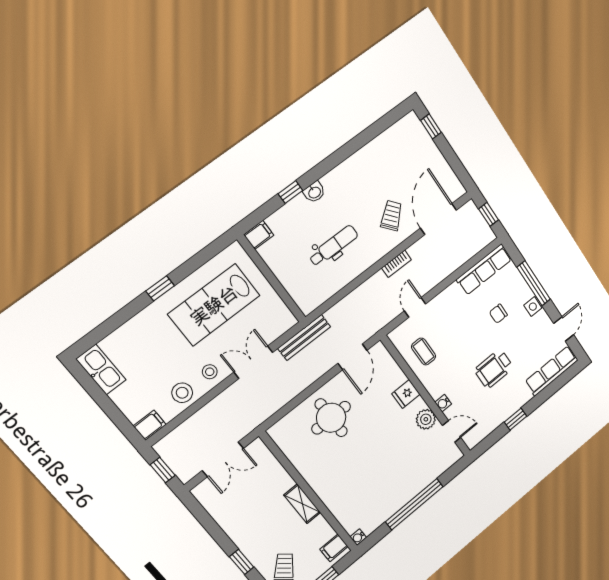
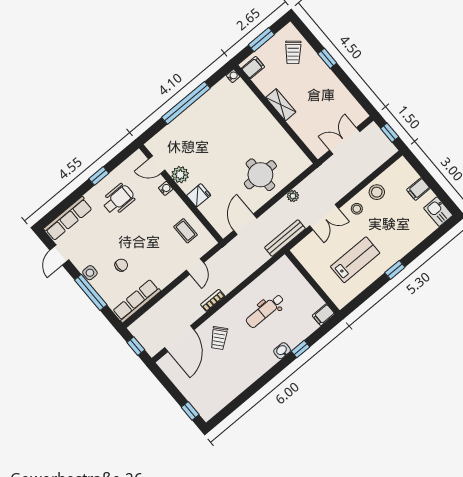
lab bench: (214, 305) -> (355, 260), width x0.73, depth x0.72
kitchen sink: (101, 369) -> (438, 212), width x0.73
wheelchair: (494, 369) -> (118, 199), moved
plant: (292, 390) -> (293, 196), added
filing cabinet: (150, 425) -> (418, 189), moved

